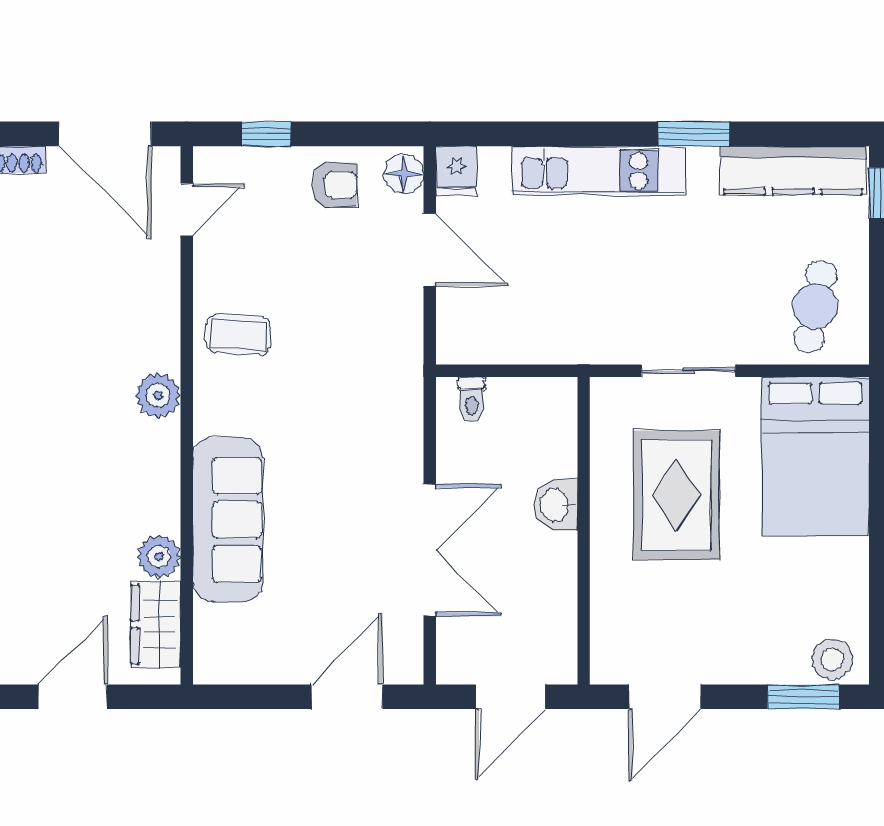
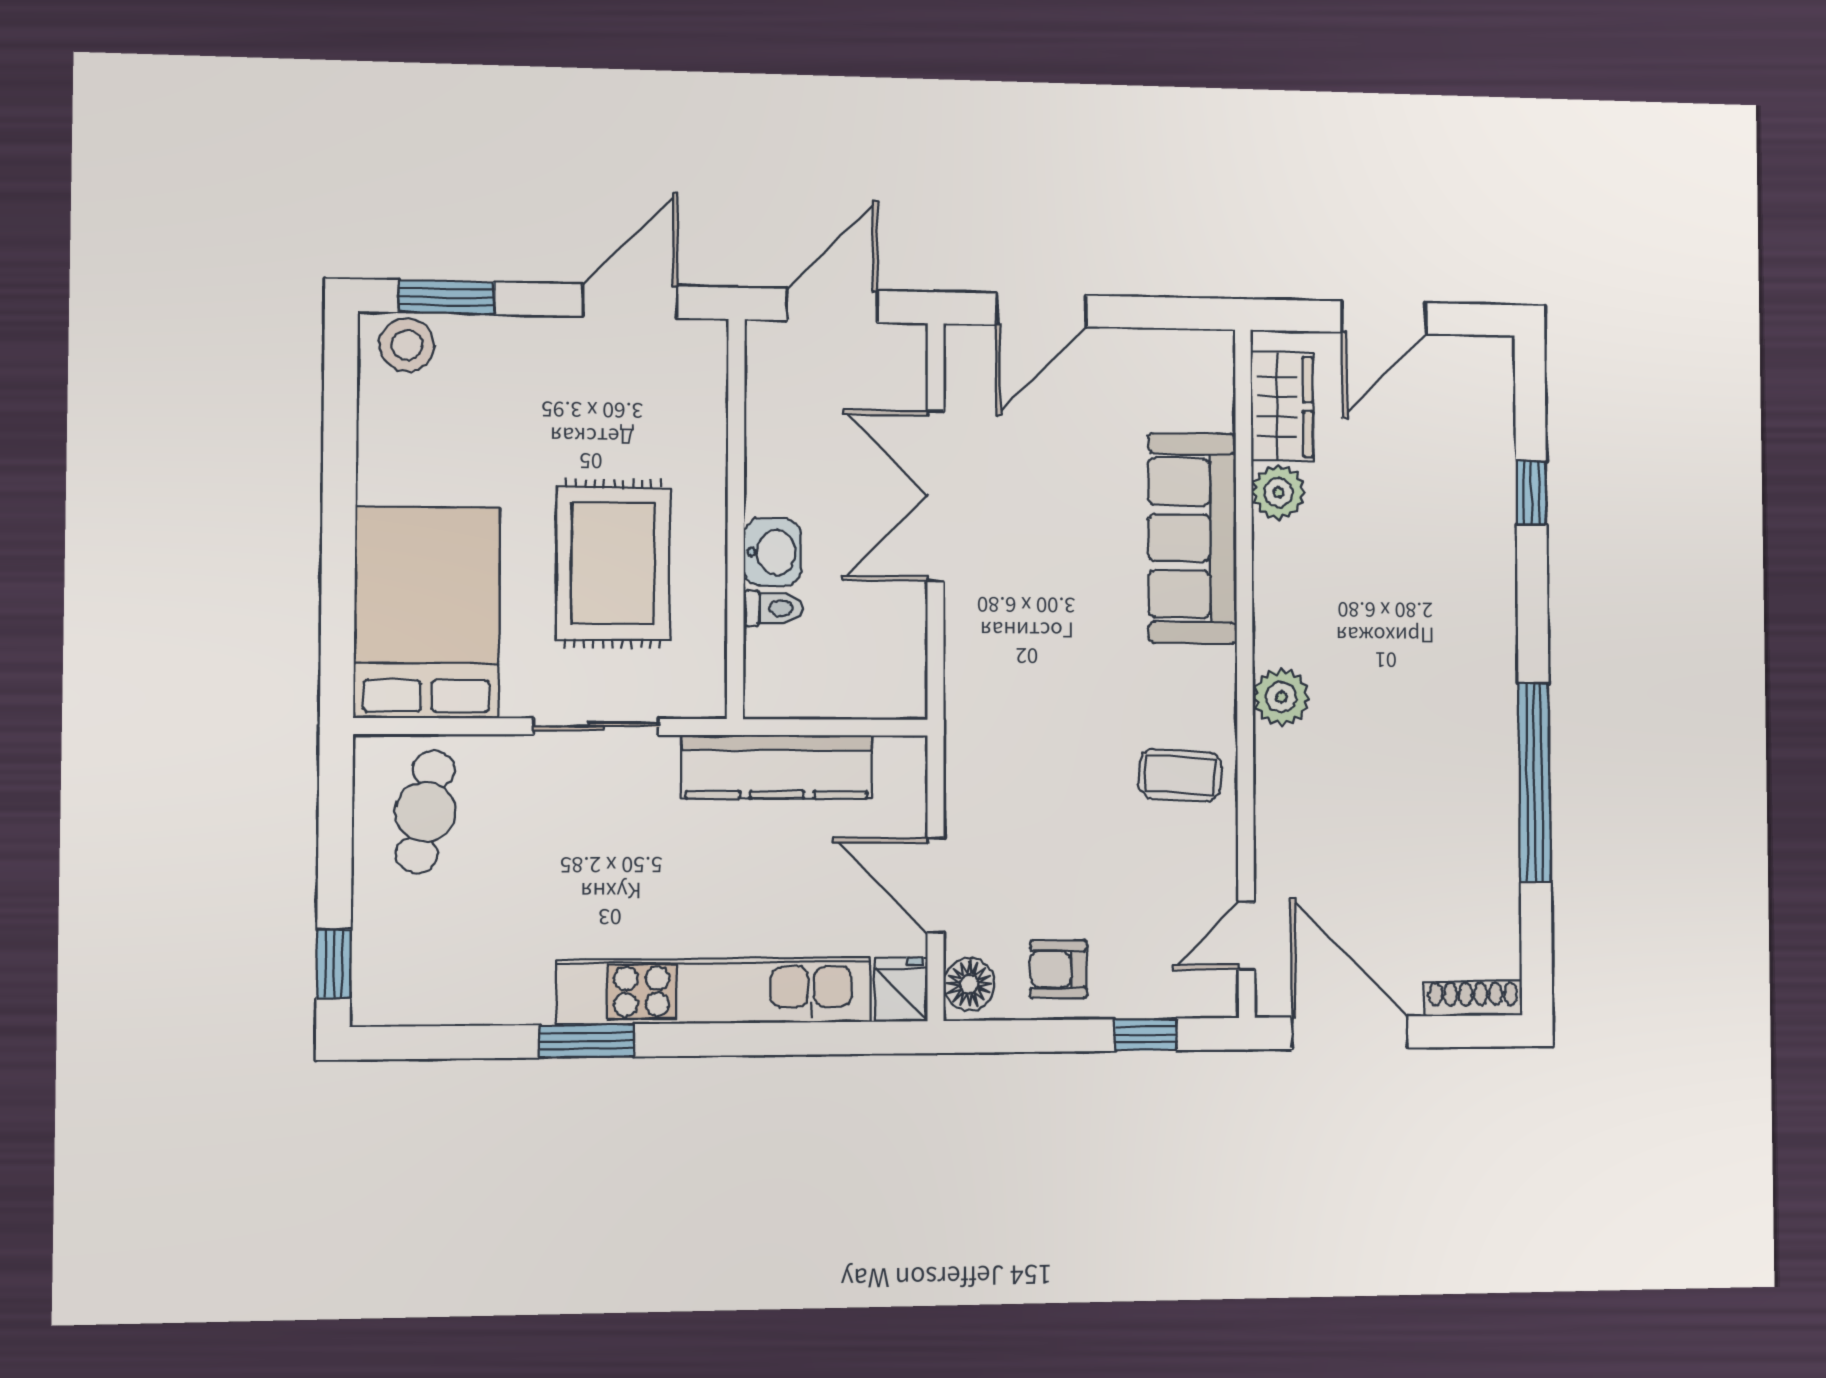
kitchen counter: (793, 170) -> (777, 767), moved, turned 180
kitchen unit: (599, 171) -> (714, 991), width x1.36
toilet: (472, 399) -> (773, 608), moved, turned 90

